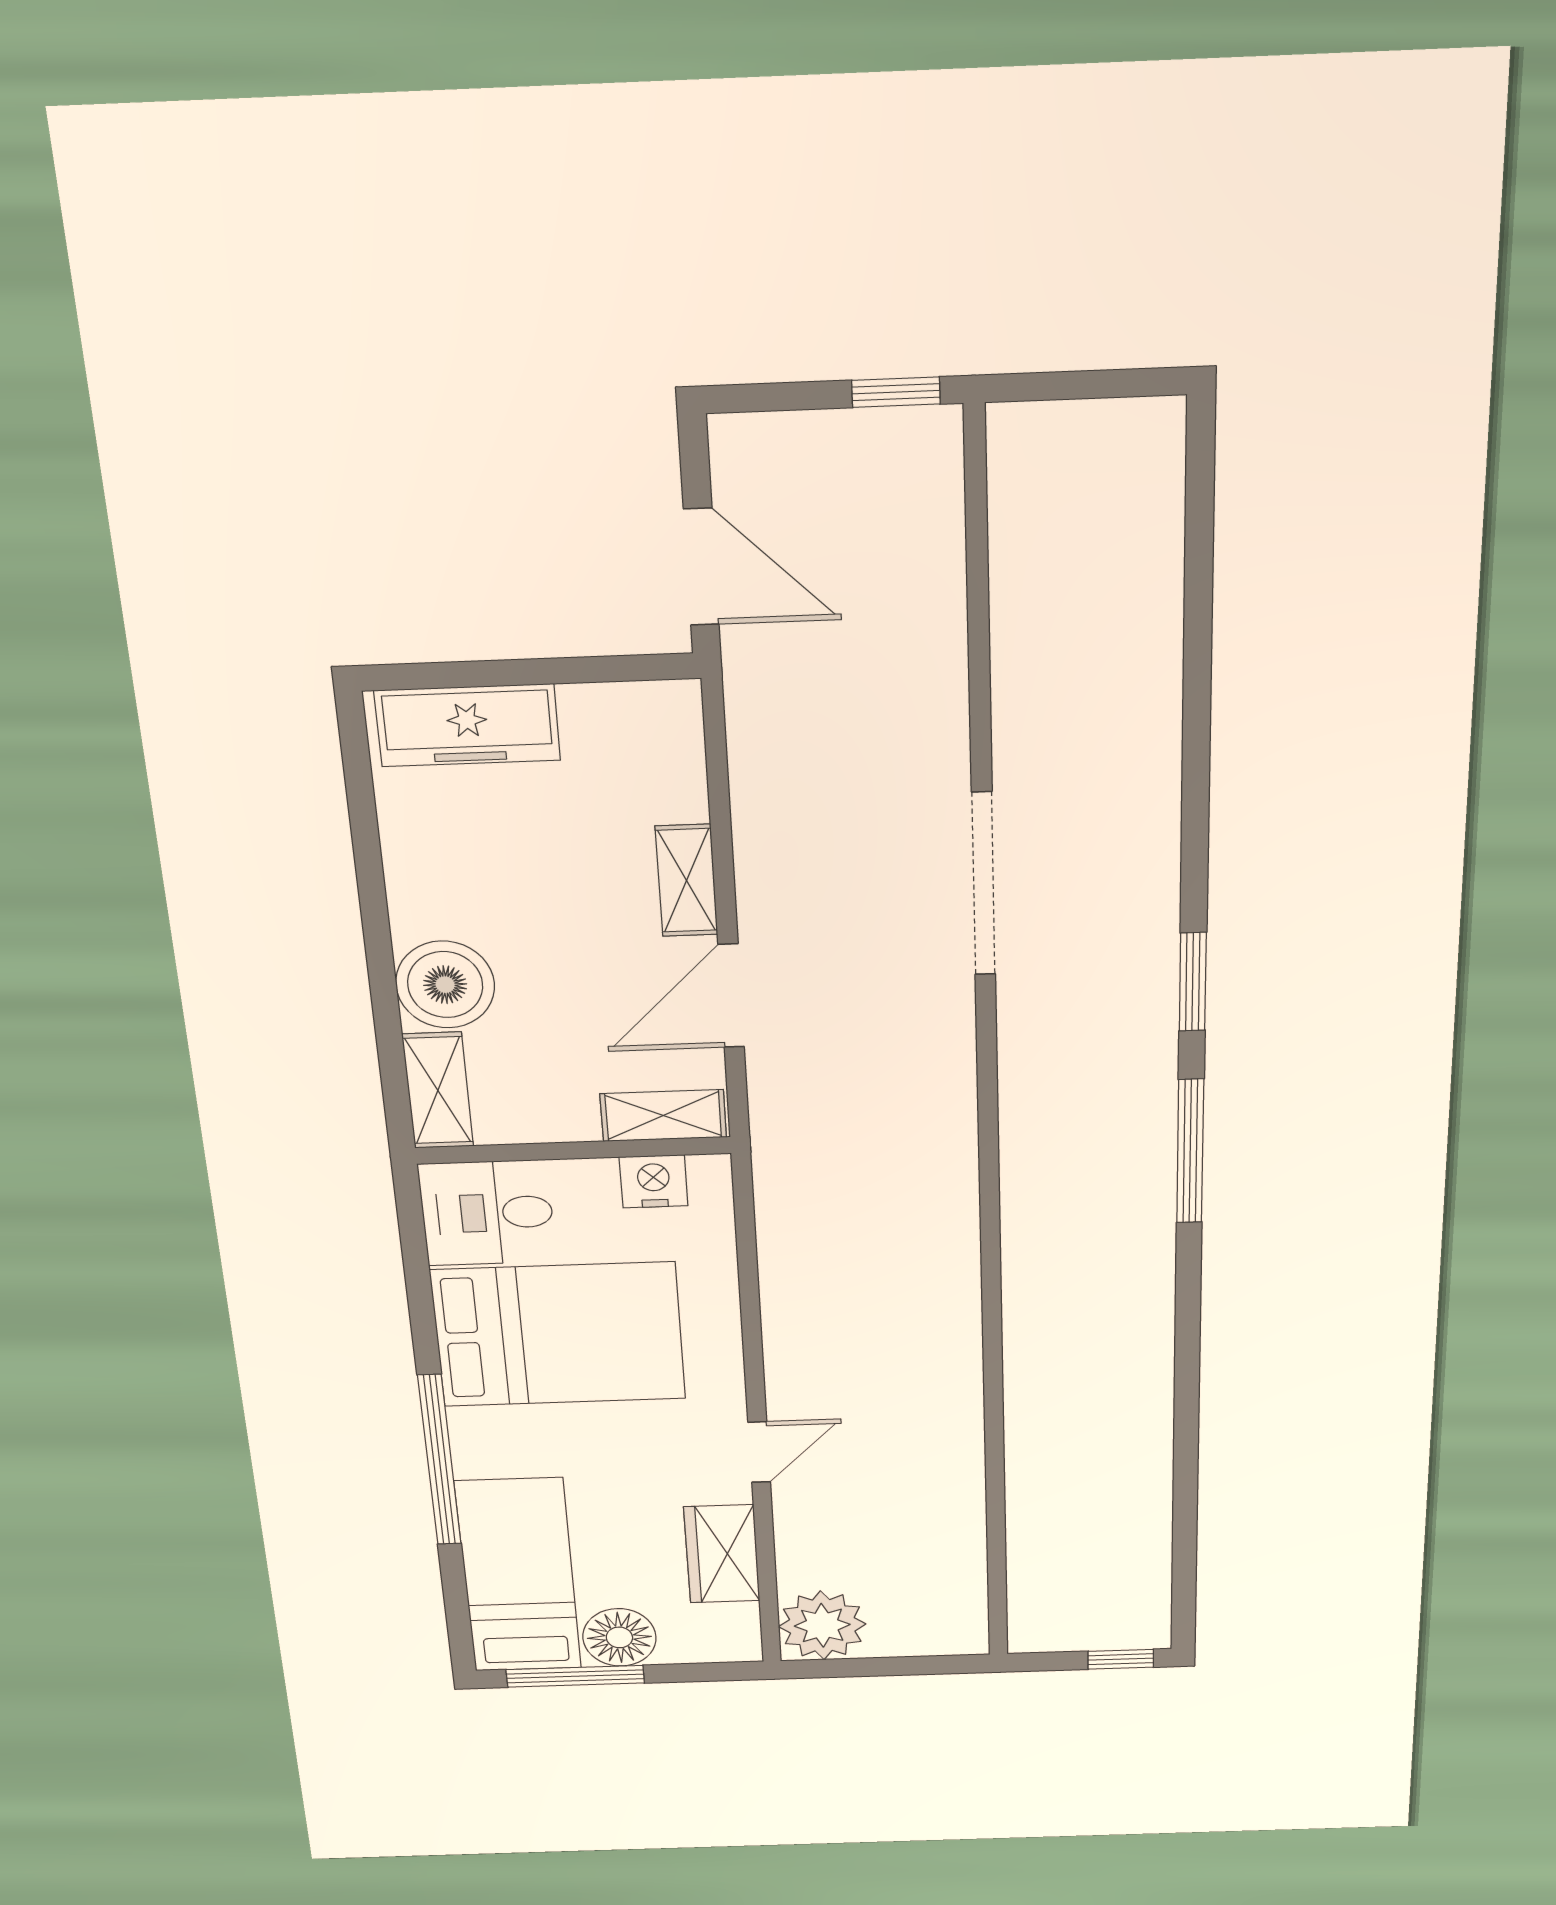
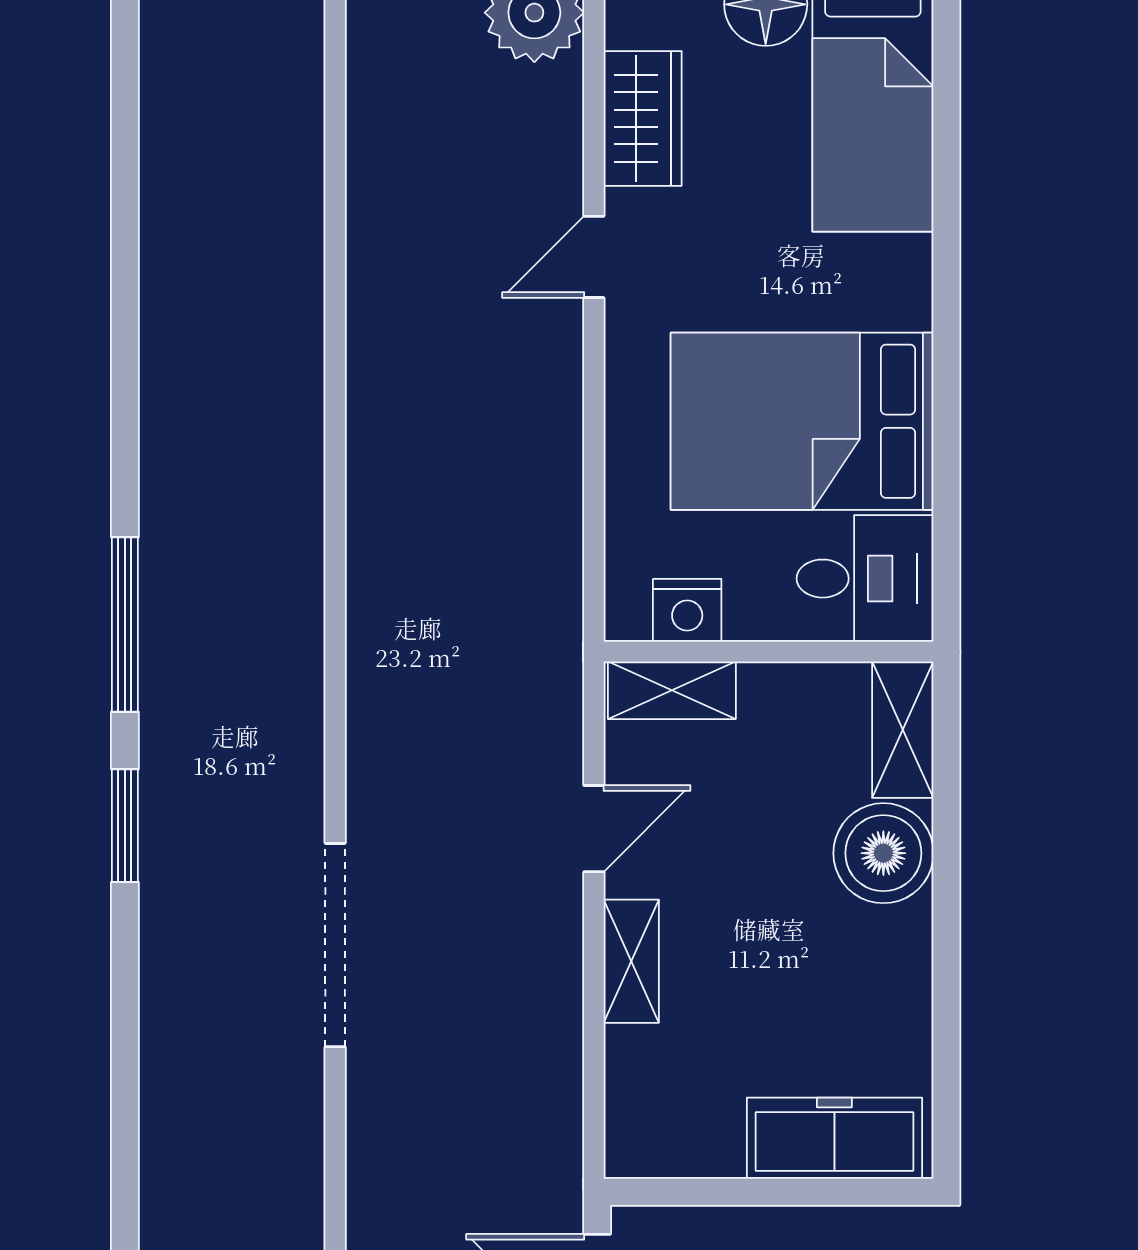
door: (731, 996) -> (594, 829), width x0.73
window: (439, 1460) -> (946, 260), removed

